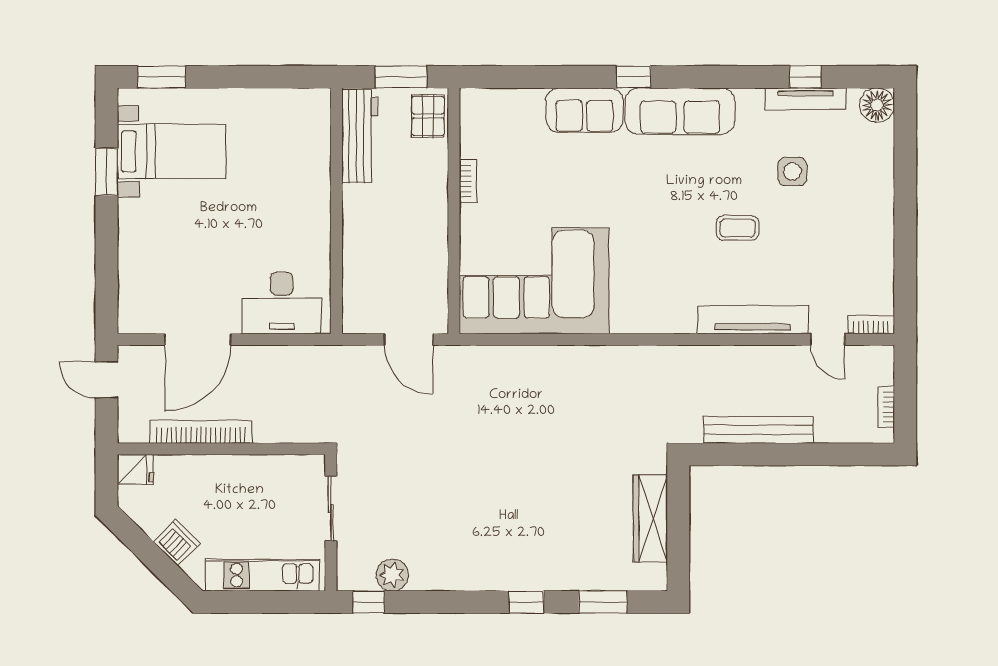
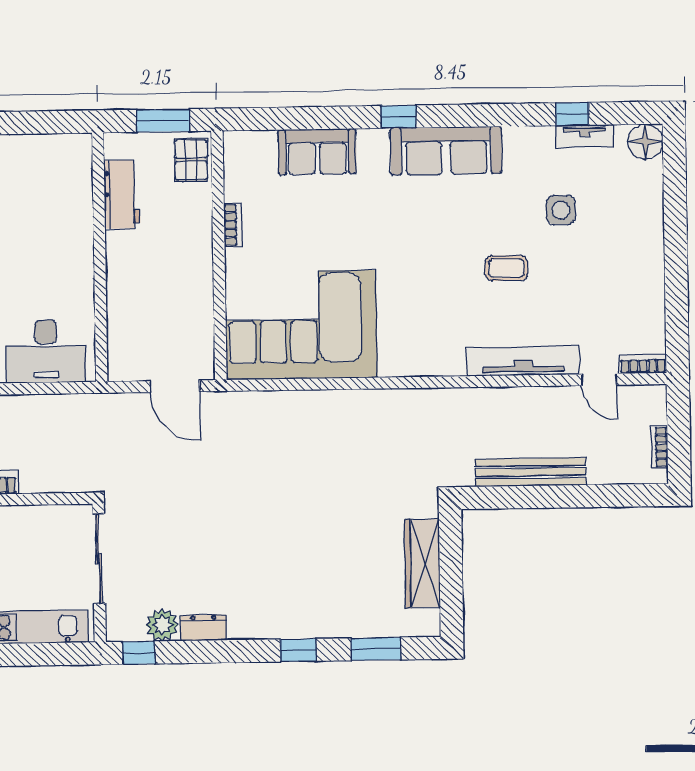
tv unit: (806, 99) -> (585, 136), width x0.71
sofa: (584, 110) -> (317, 152), moved
workbench: (359, 136) -> (122, 194), width x0.73
sliding door: (331, 508) -> (99, 559), width x1.37
dresser: (433, 578) -> (203, 628), added

